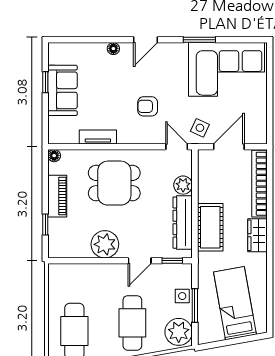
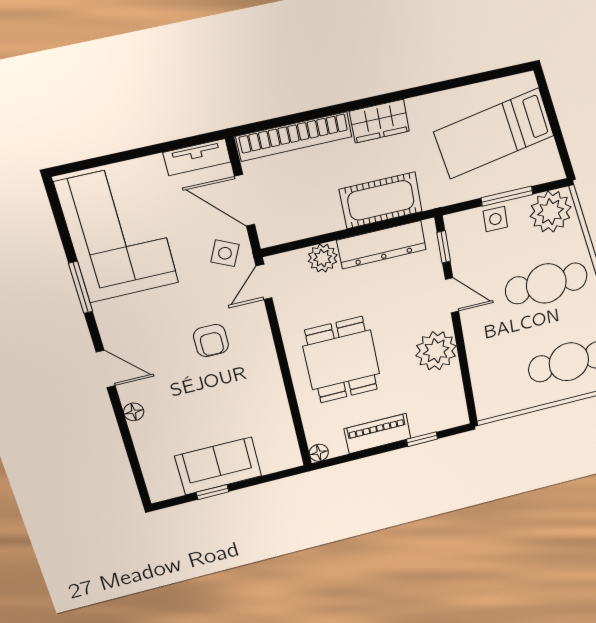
tv unit: (98, 137) -> (197, 157), moved, turned -90

